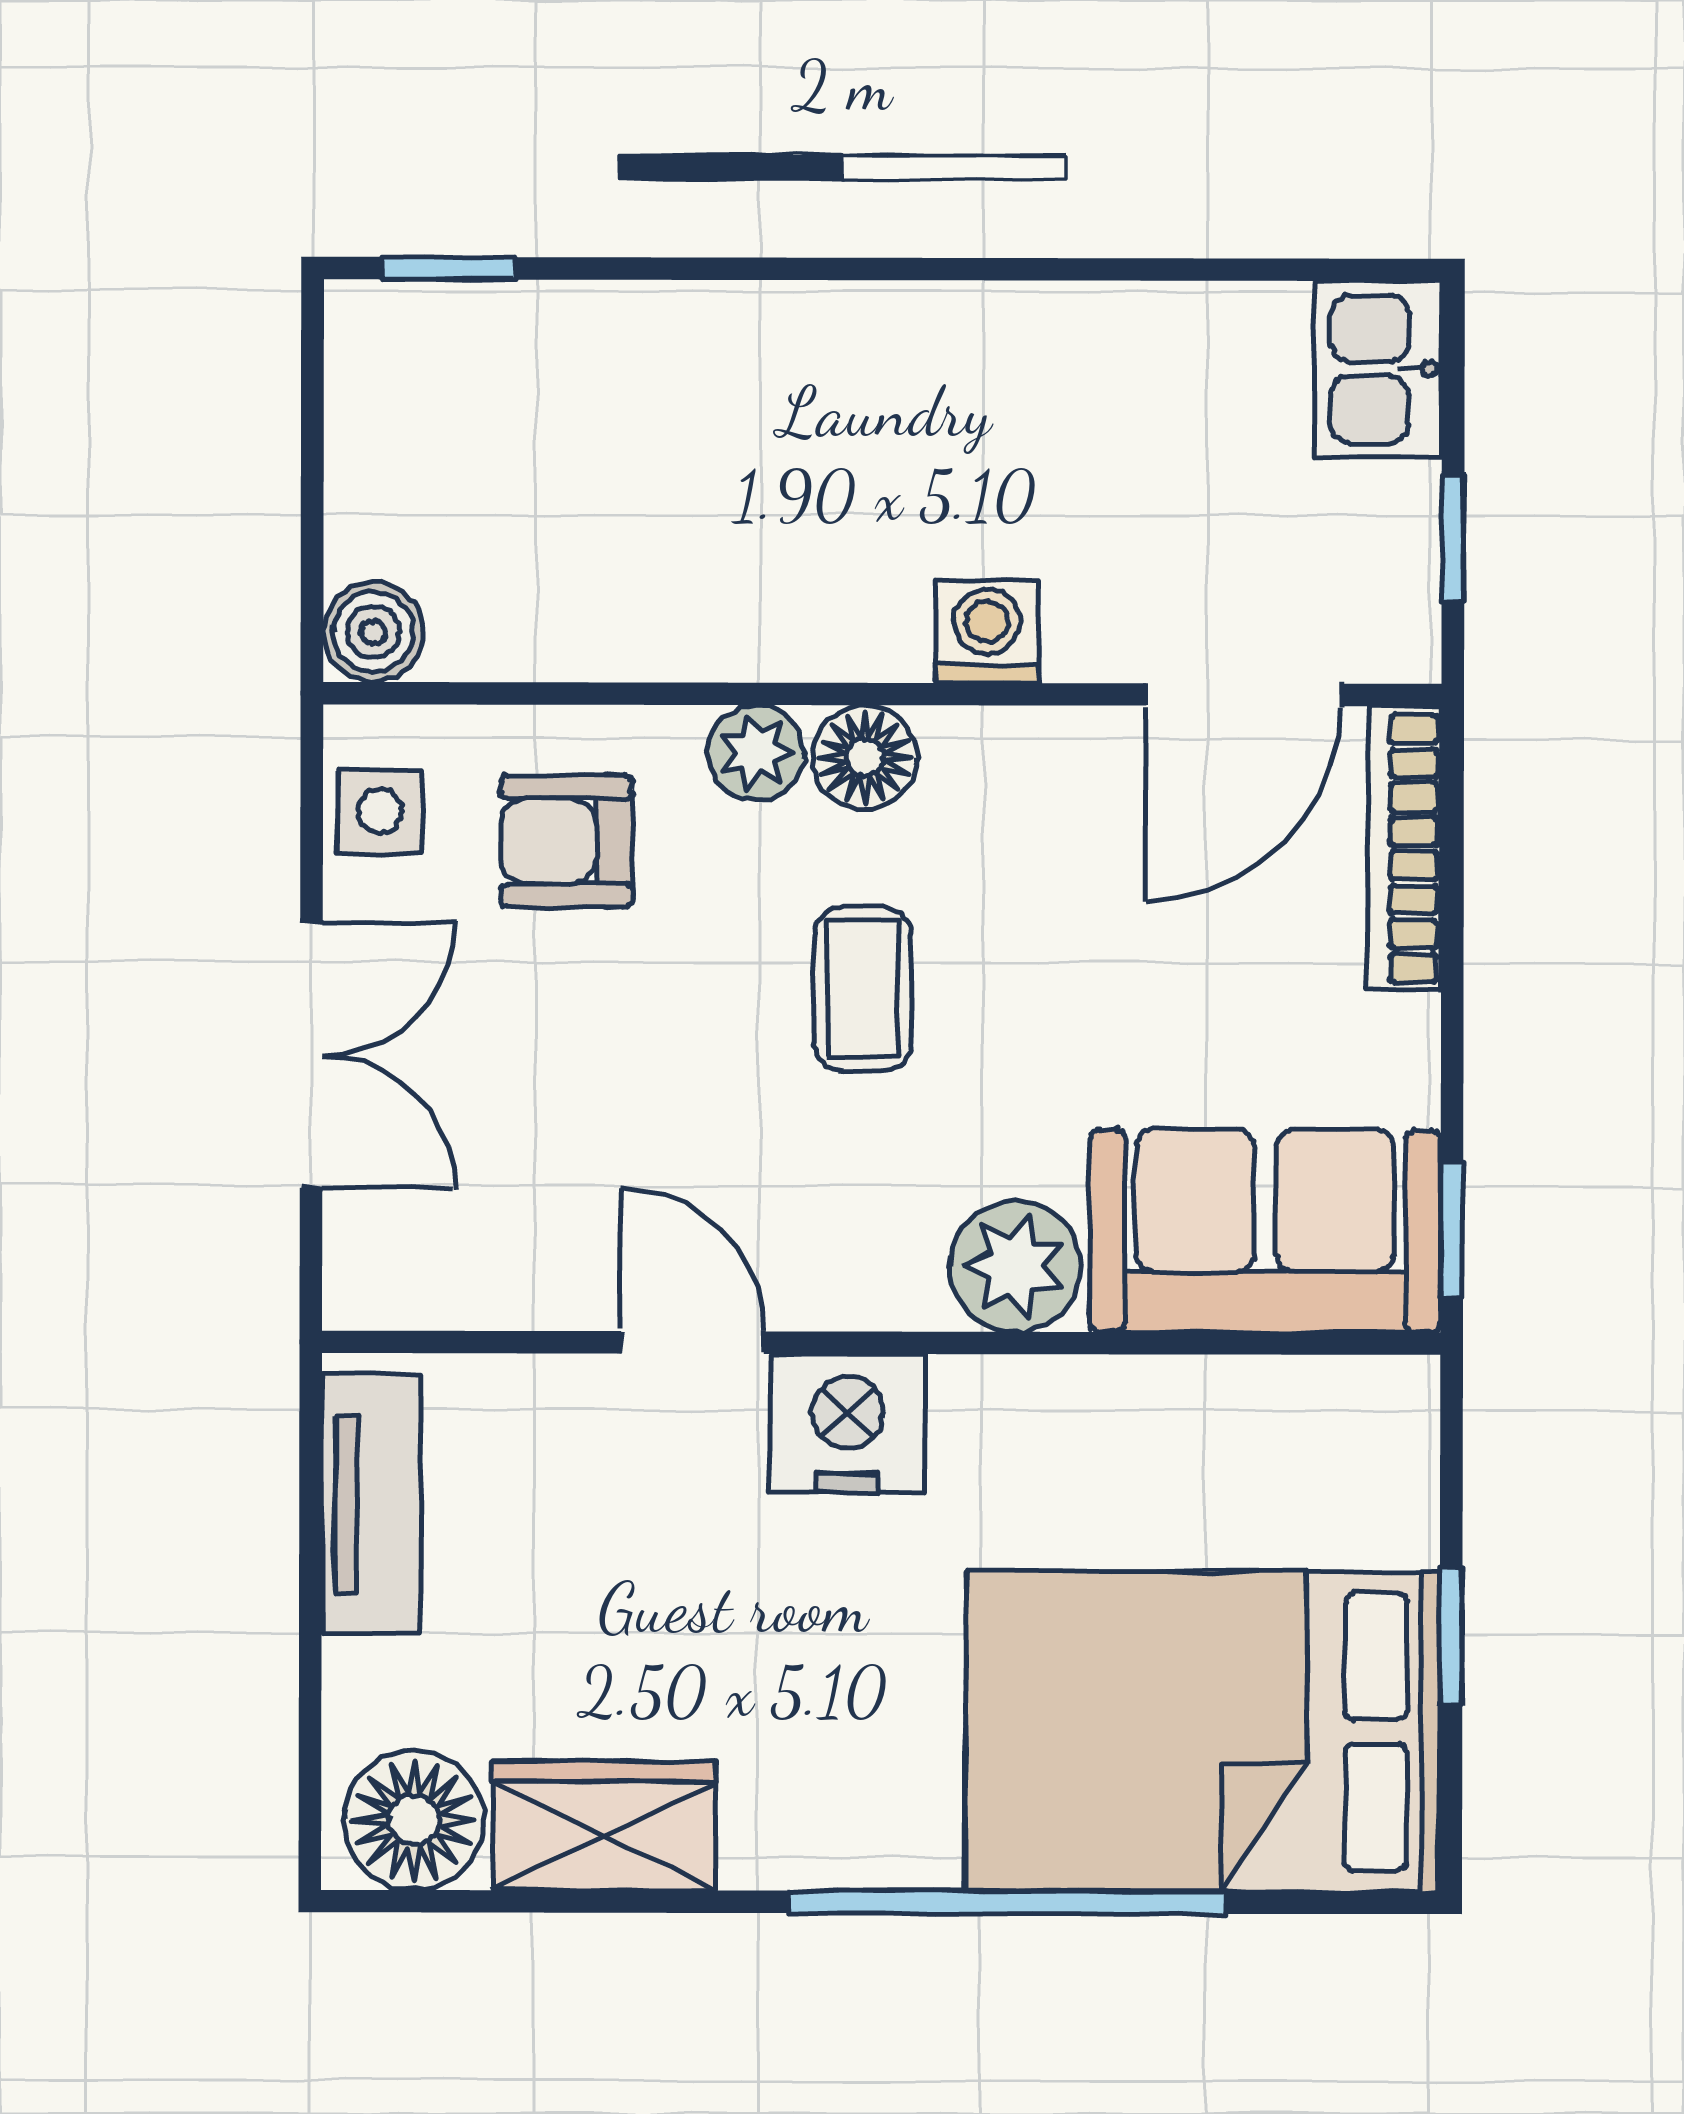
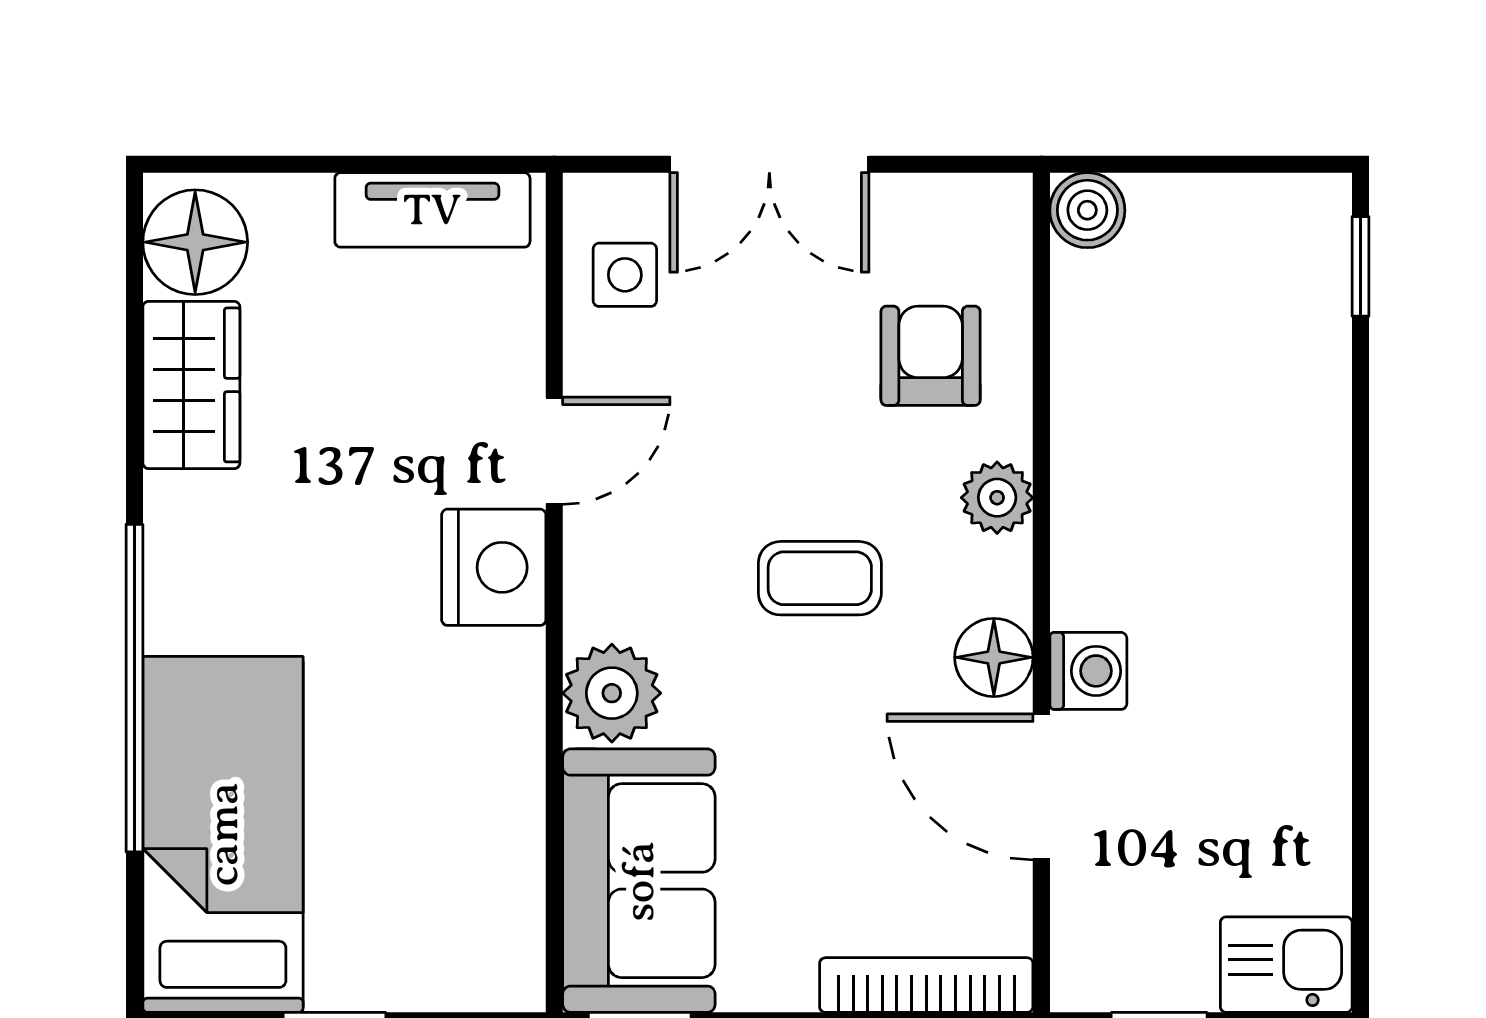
door: (1243, 695) -> (1041, 787), moved
floor lamp: (865, 757) -> (994, 657), moved
side table: (380, 811) -> (625, 275), moved
bed: (1203, 1731) -> (223, 834), width x0.67

